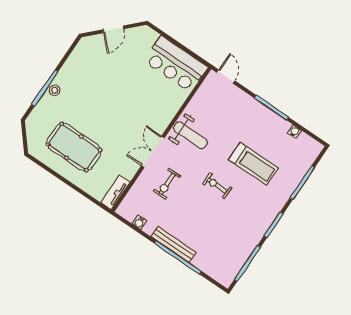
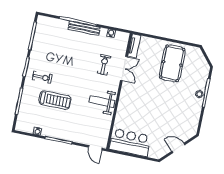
door: (113, 29) -> (178, 148), hinge flipped
pool table: (74, 147) -> (172, 63), turned 90
double door: (153, 152) -> (124, 69), moved
treadmill: (253, 164) -> (55, 100), turned 180
exercise bike: (217, 186) -> (42, 77), moved

